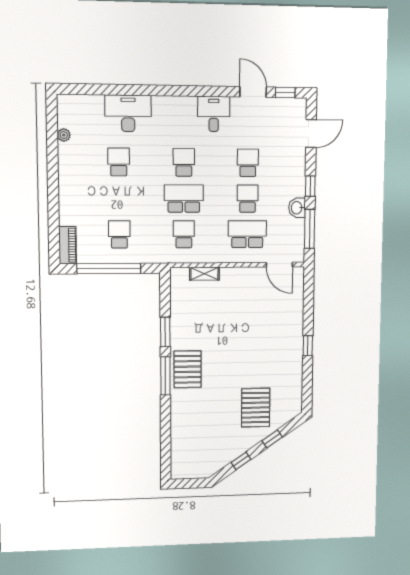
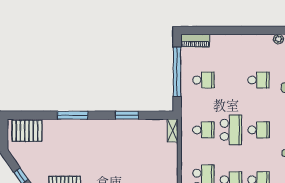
shelving: (204, 274) -> (173, 131), moved
pallet: (188, 369) -> (27, 131), moved
window: (165, 376) -> (73, 115), moved

